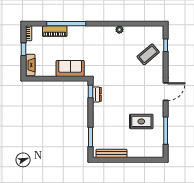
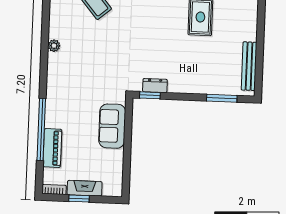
fireplace: (30, 65) -> (85, 188), moved

